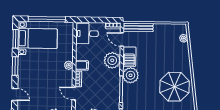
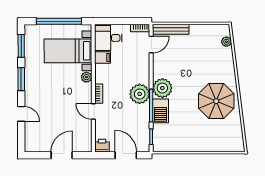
bed with nightstands: (38, 38) -> (68, 51), moved, turned 180
door: (122, 40) -> (151, 45), swing flipped
barbecue: (129, 57) -> (160, 111), moved
plant: (112, 60) -> (140, 94), moved
filing cabinet: (82, 65) -> (103, 58), moved

